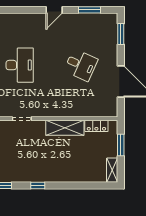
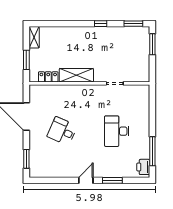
window: (89, 10) -> (112, 180), moved

